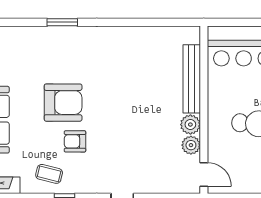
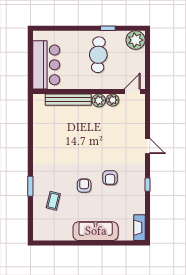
armchair: (63, 103) -> (84, 186), width x0.53, depth x0.53
coffee table: (49, 174) -> (53, 201), moved

